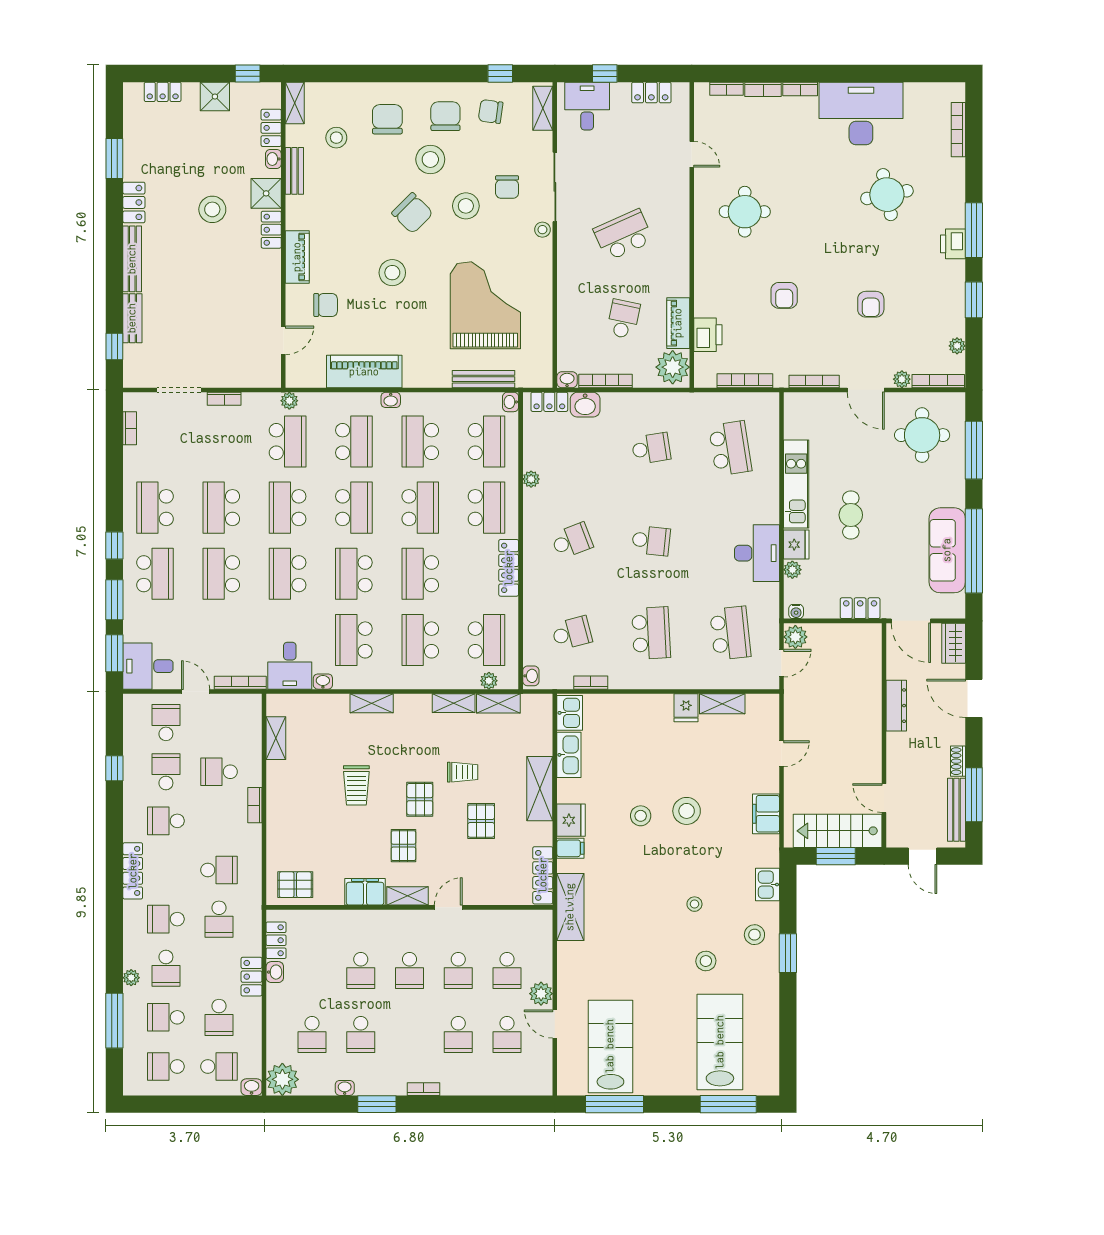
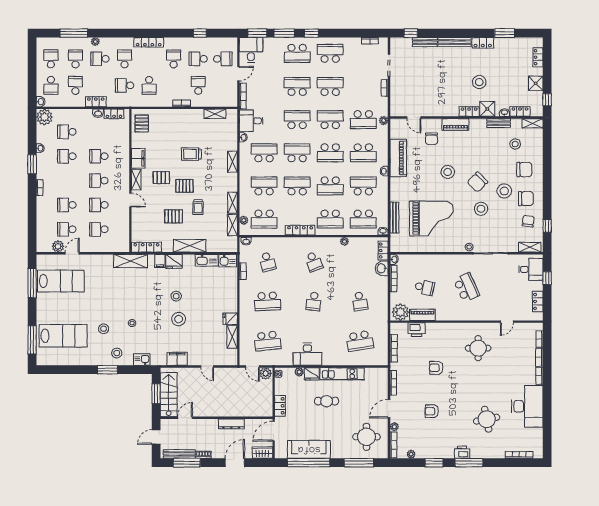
chair: (507, 187) -> (490, 229), removed
school desk: (166, 772) -> (198, 59), turned 180
plant: (541, 994) -> (58, 246), moved
school desk: (219, 1017) -> (75, 85), turned 90

